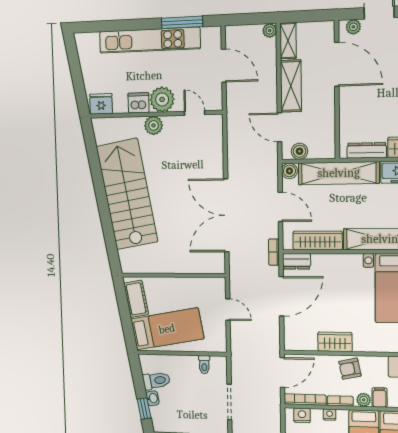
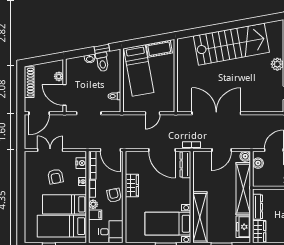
wardrobe: (318, 241) -> (199, 175), removed
dresser: (297, 261) -> (185, 164), width x1.44
window: (144, 409) -> (102, 49), moved

